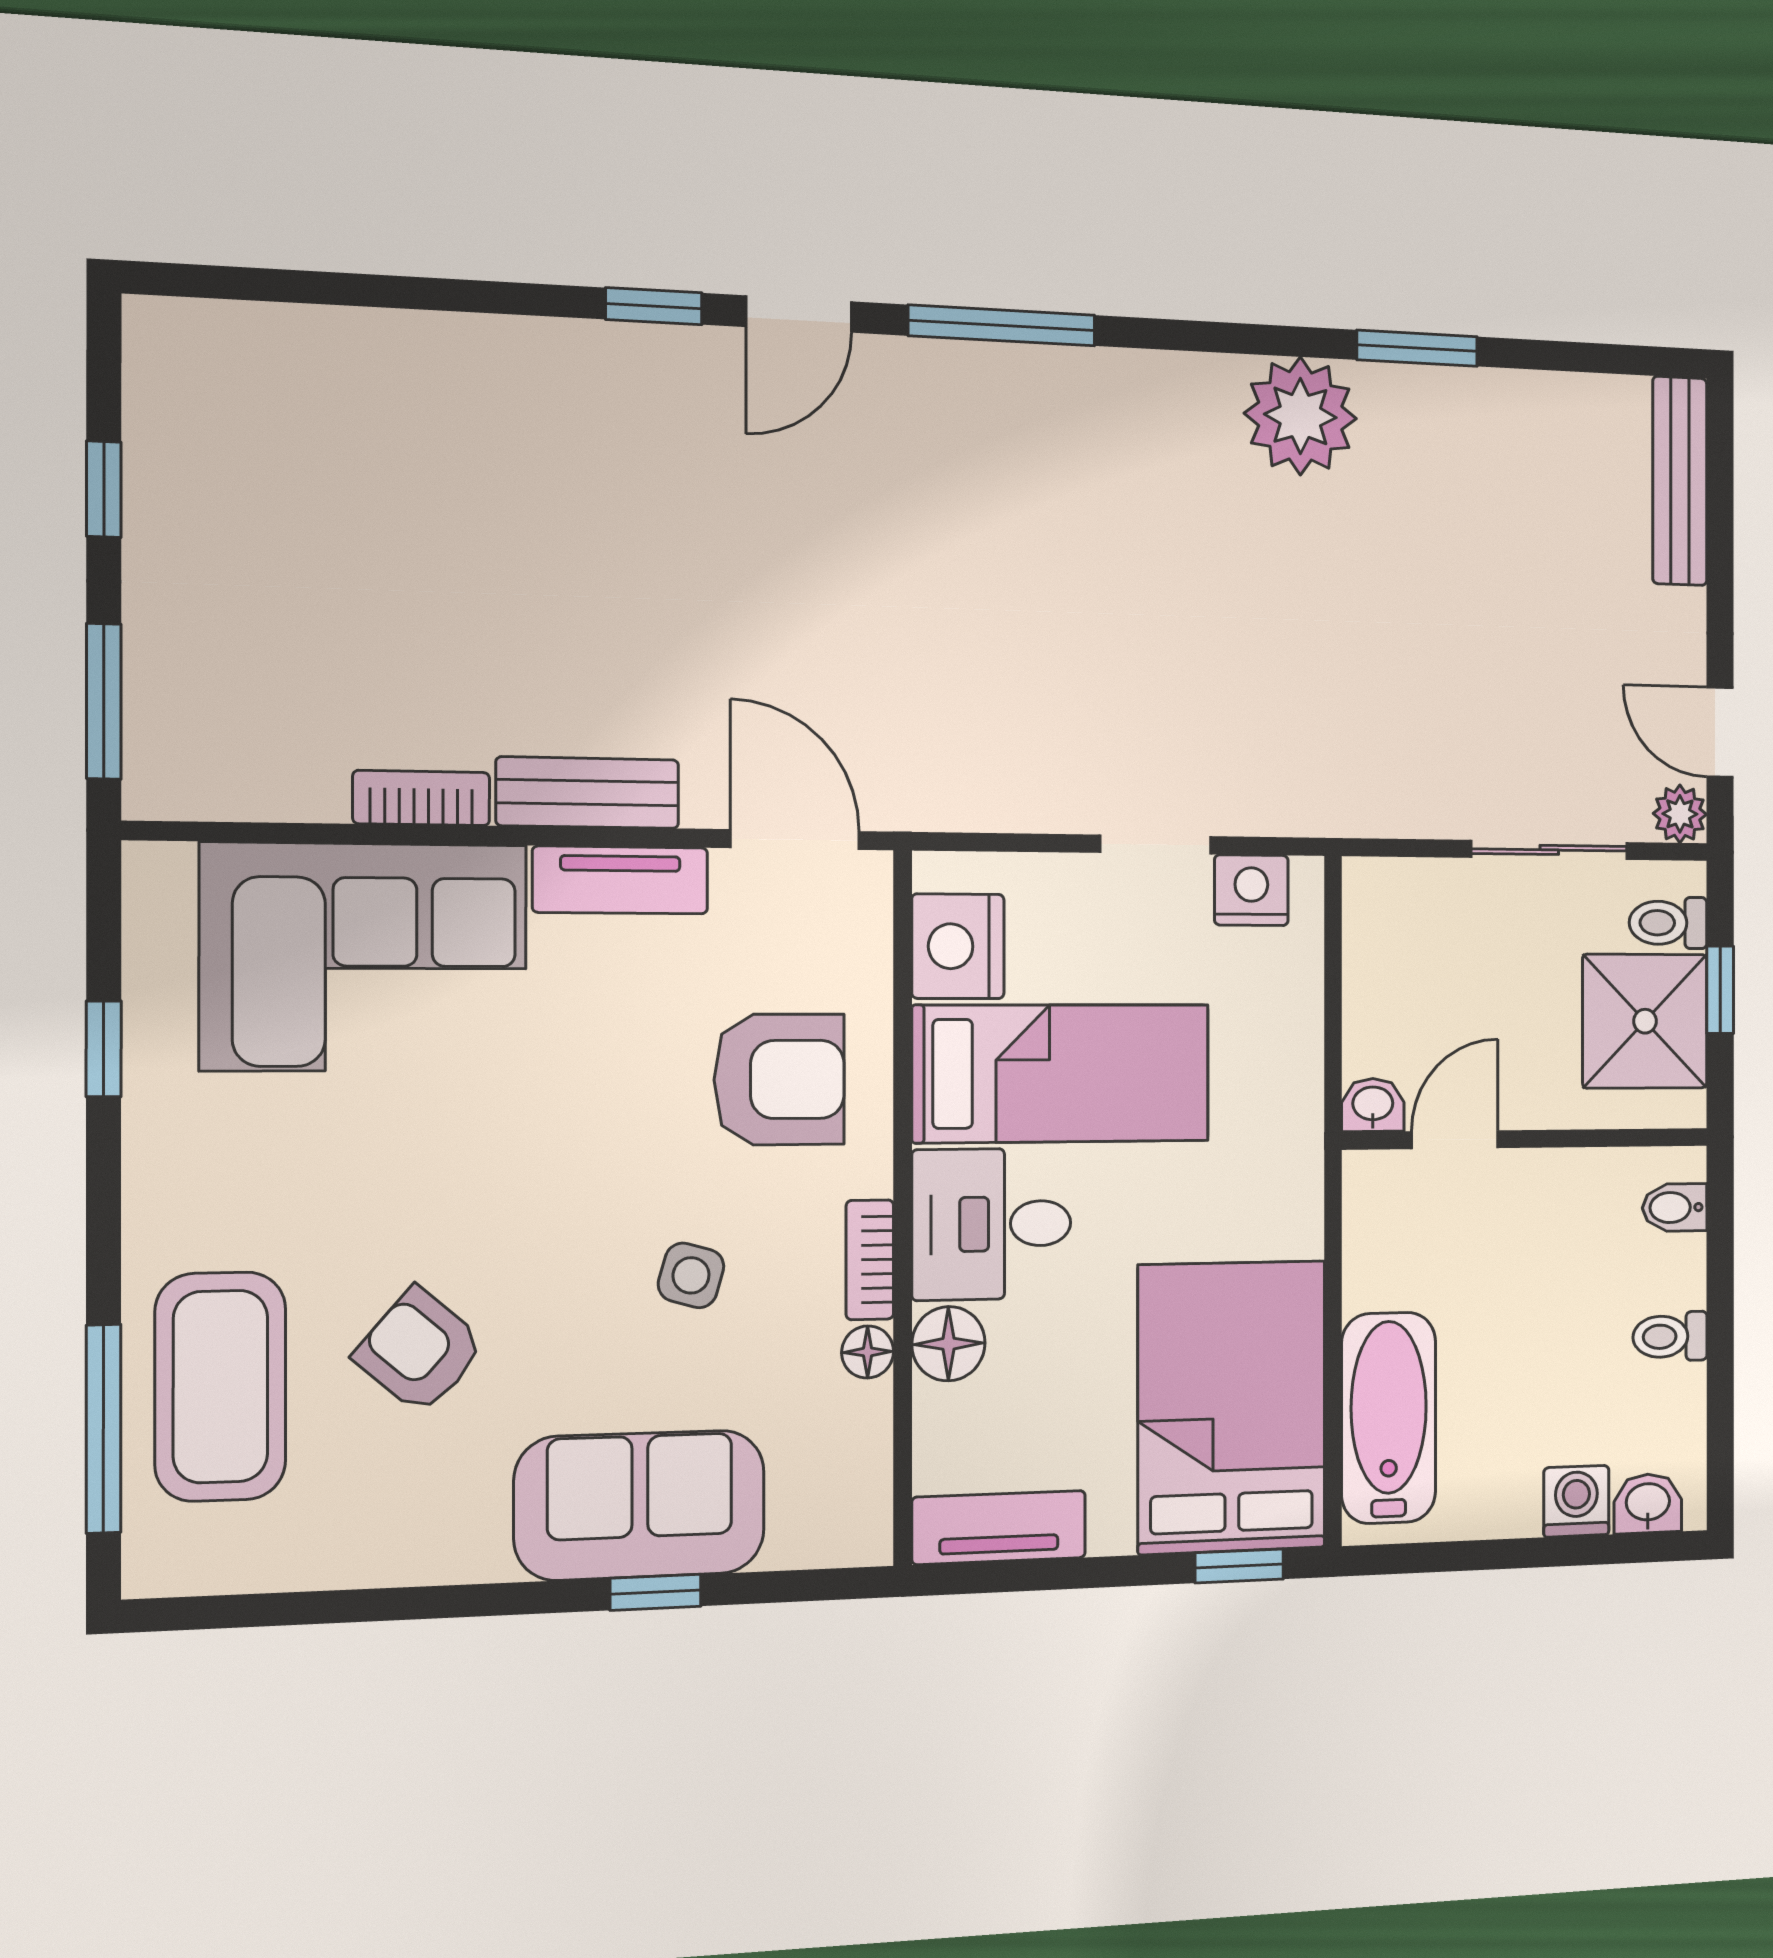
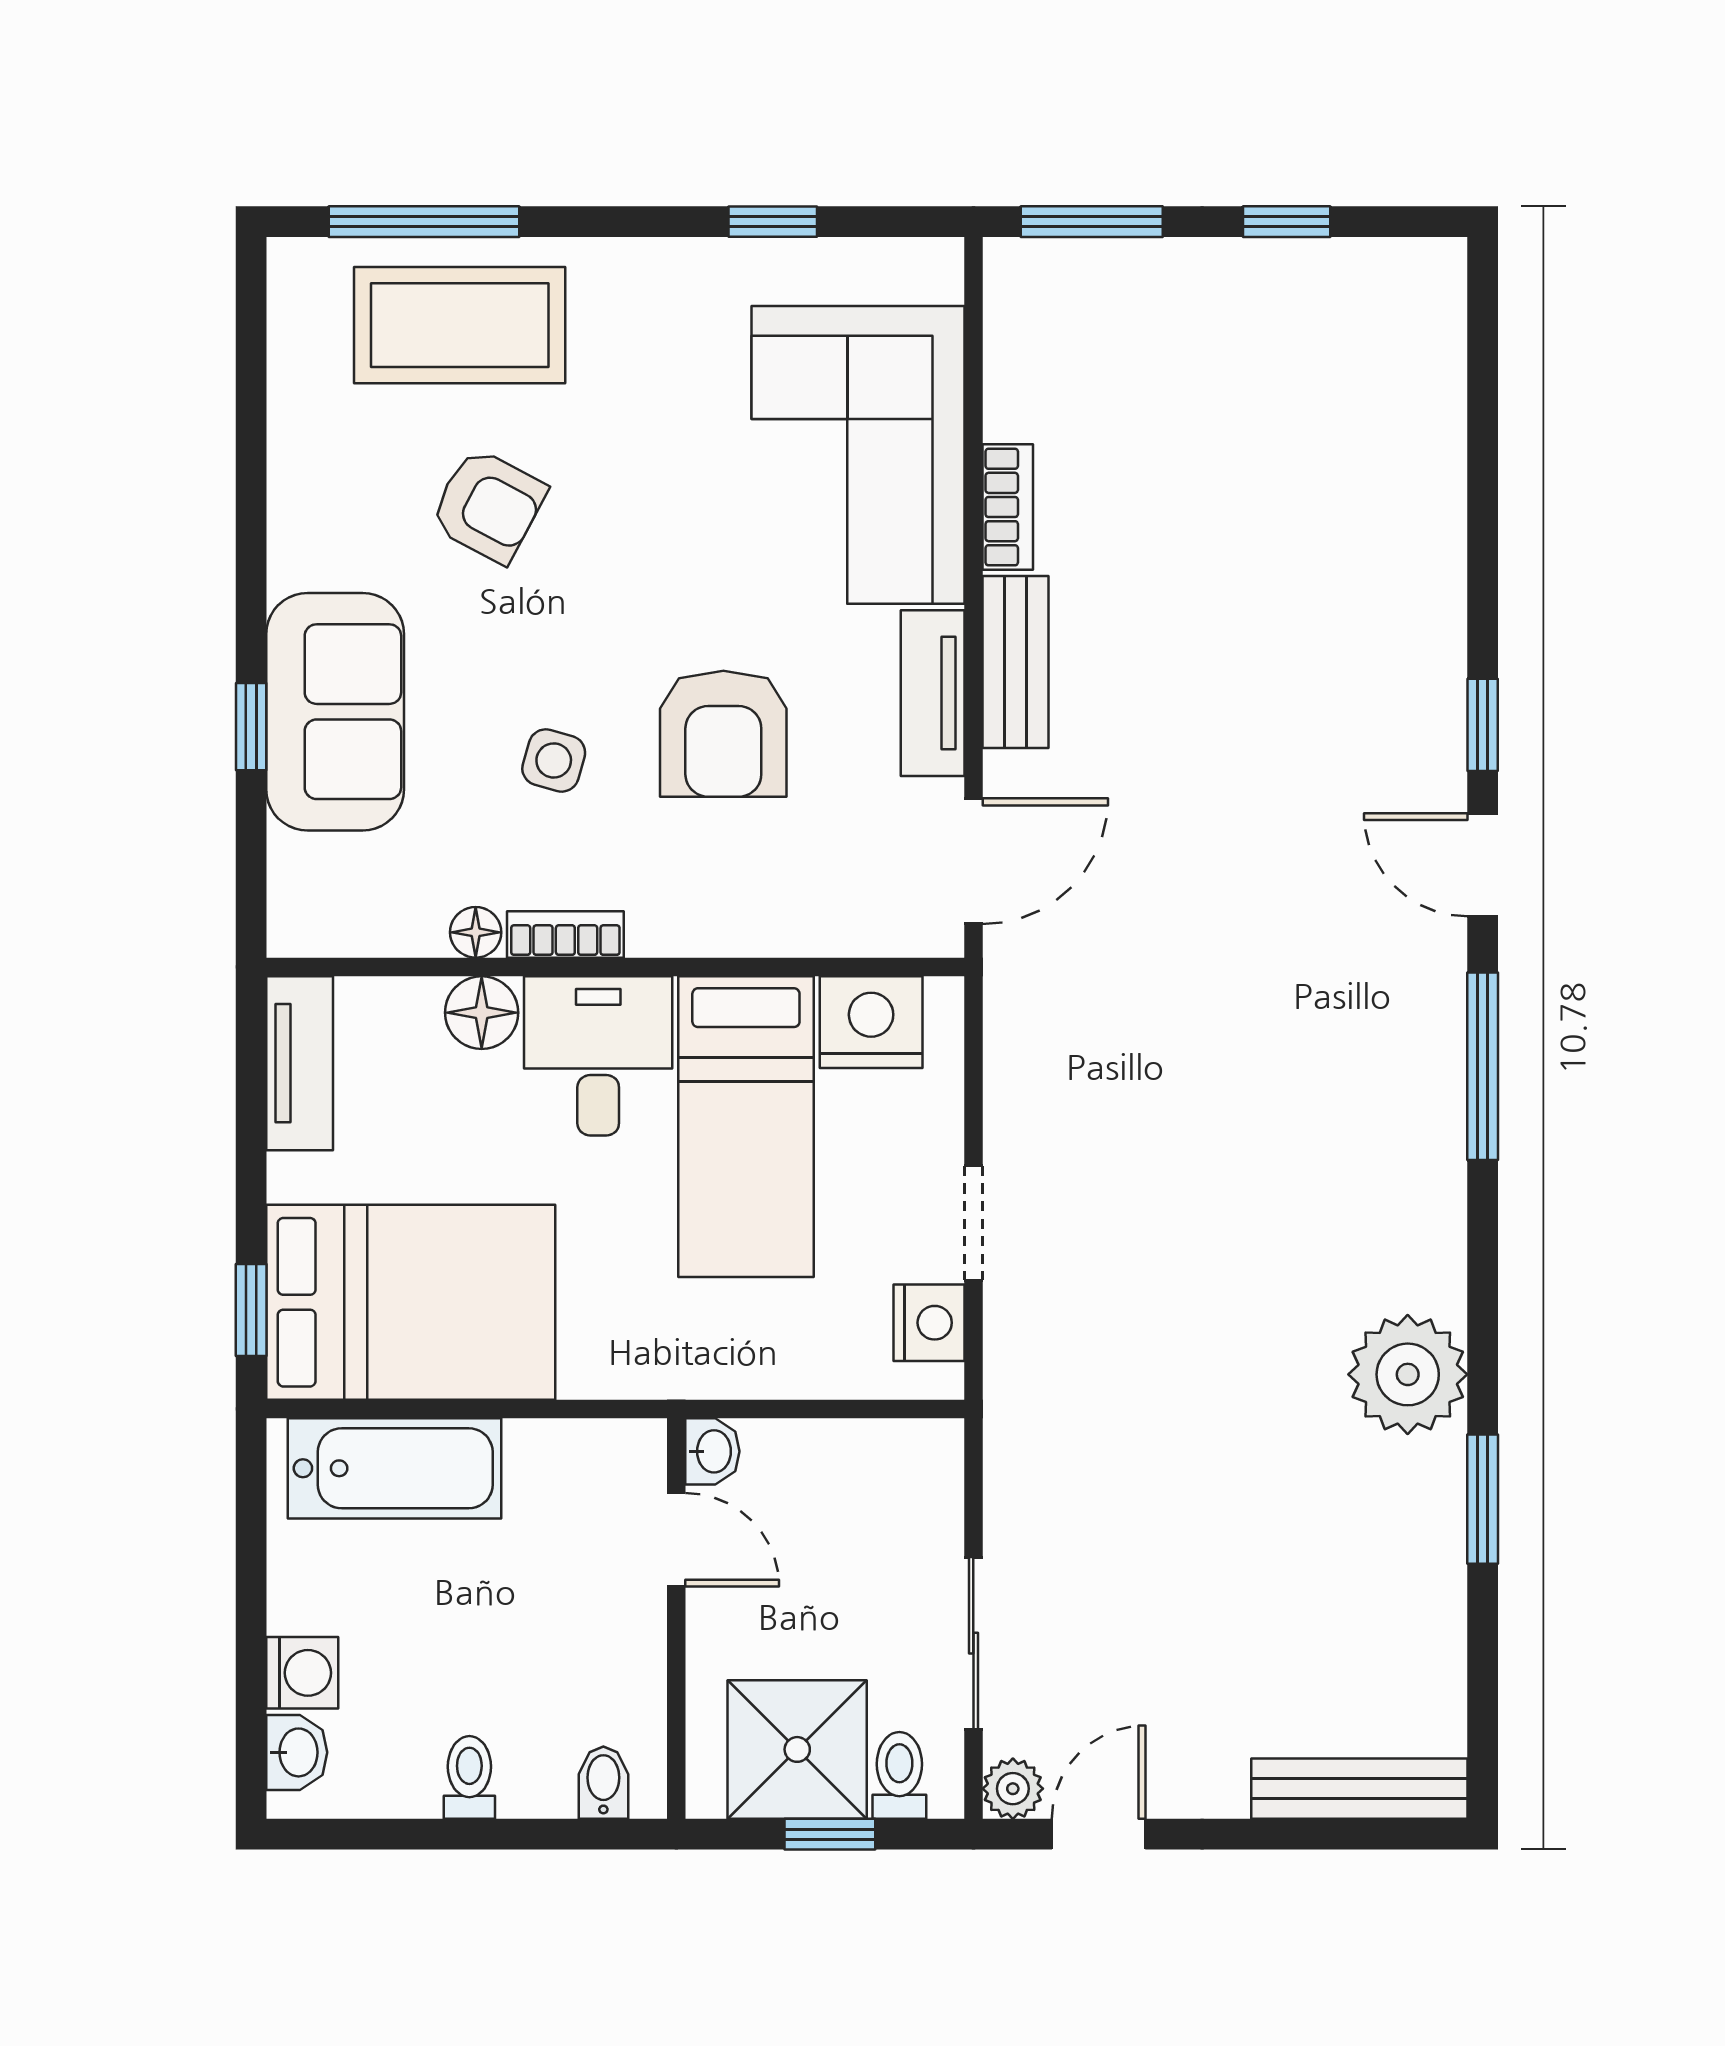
armchair: (779, 1080) -> (723, 734), moved
armchair: (420, 1351) -> (488, 506), turned 77

